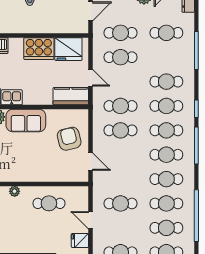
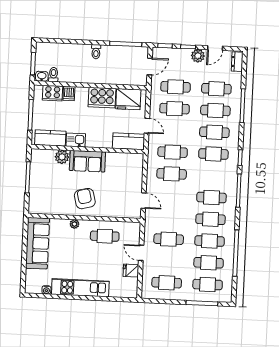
cafe table: (166, 130) -> (215, 110), moved
armchair: (69, 139) -> (85, 199), moved

